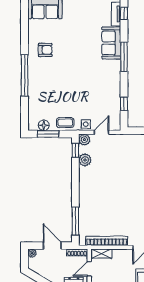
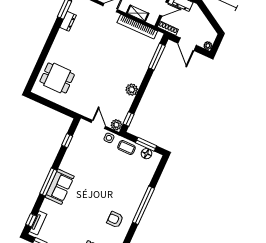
sofa: (111, 43) -> (60, 187), moved
door: (101, 132) -> (98, 124), swing flipped
plant: (85, 160) -> (132, 90), moved
shelving: (101, 254) -> (138, 13), moved

